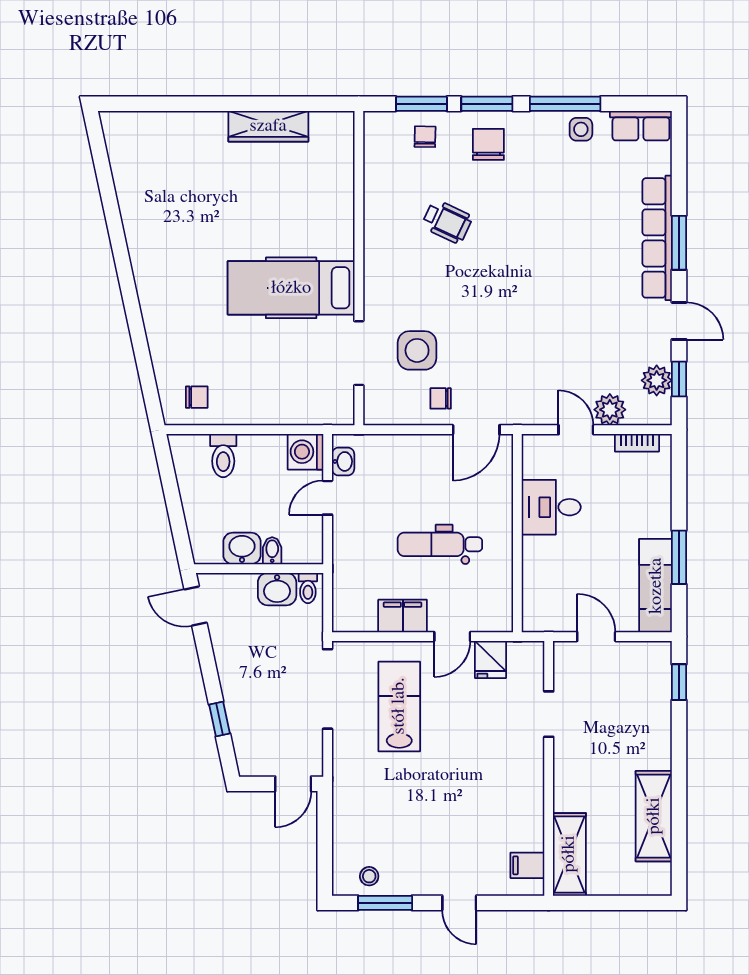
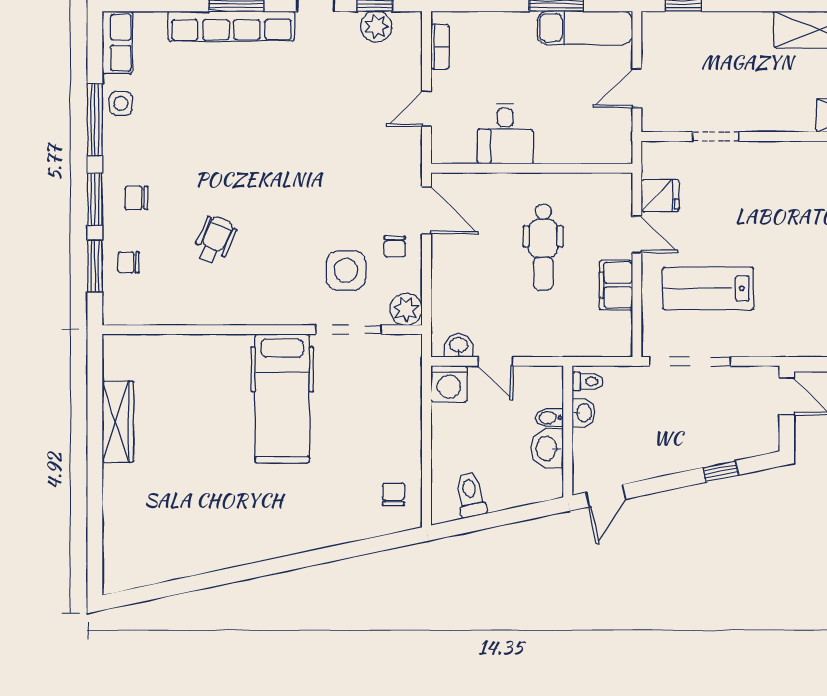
chair: (488, 144) -> (136, 198), width x0.73, depth x0.73
plant: (610, 410) -> (406, 309), moved
toilet: (223, 456) -> (470, 495), moved, turned -102
washbasin: (277, 589) -> (583, 413), width x0.72, depth x0.69

